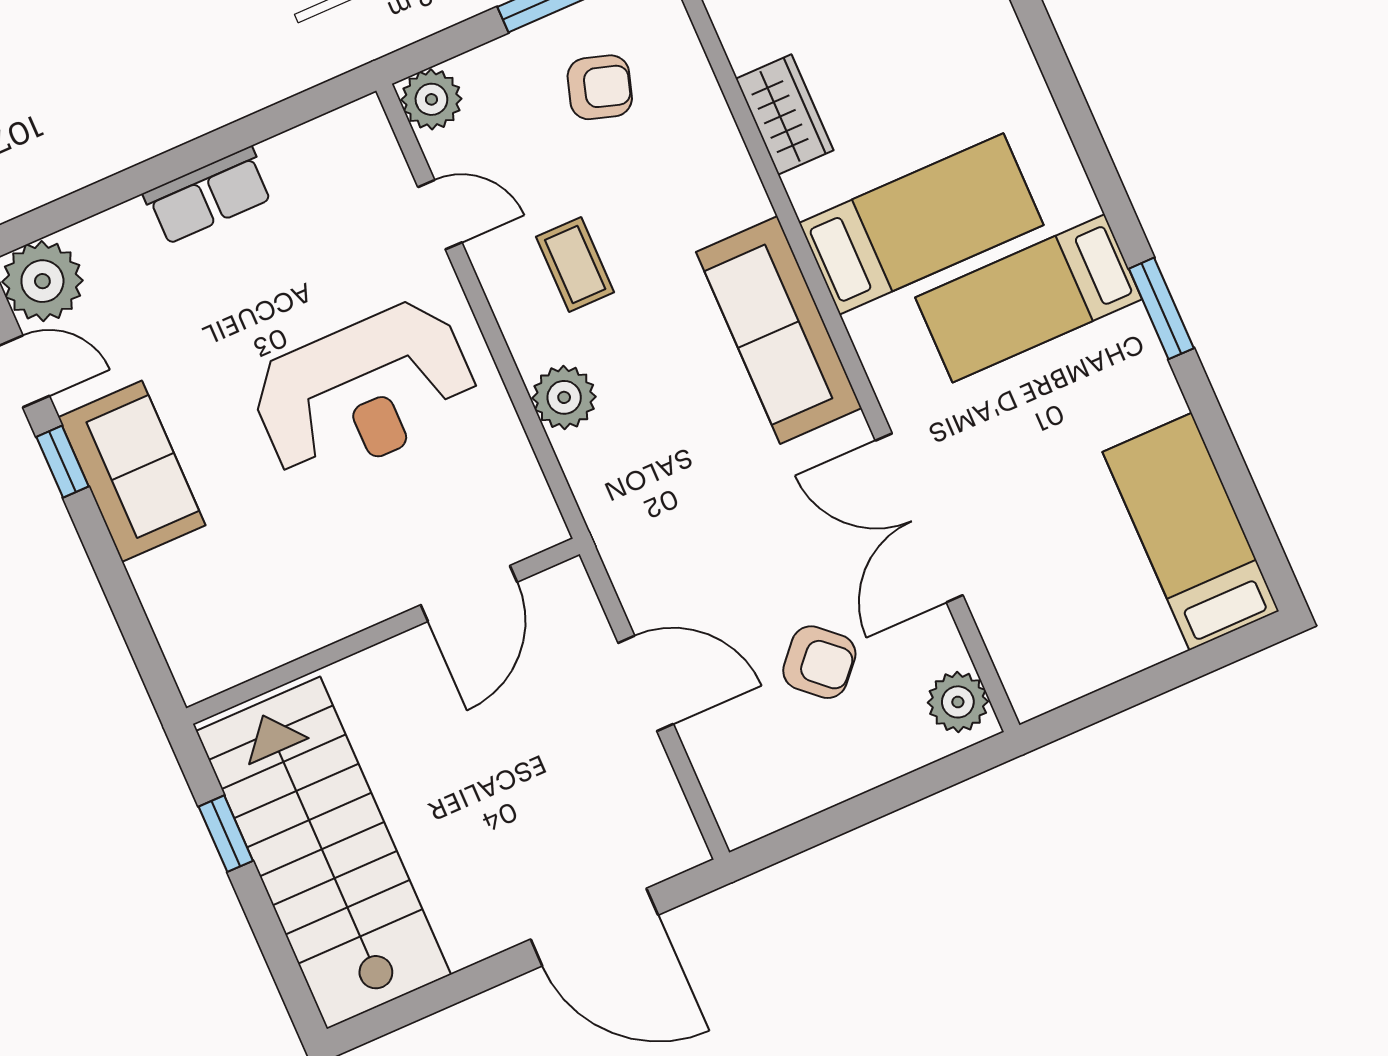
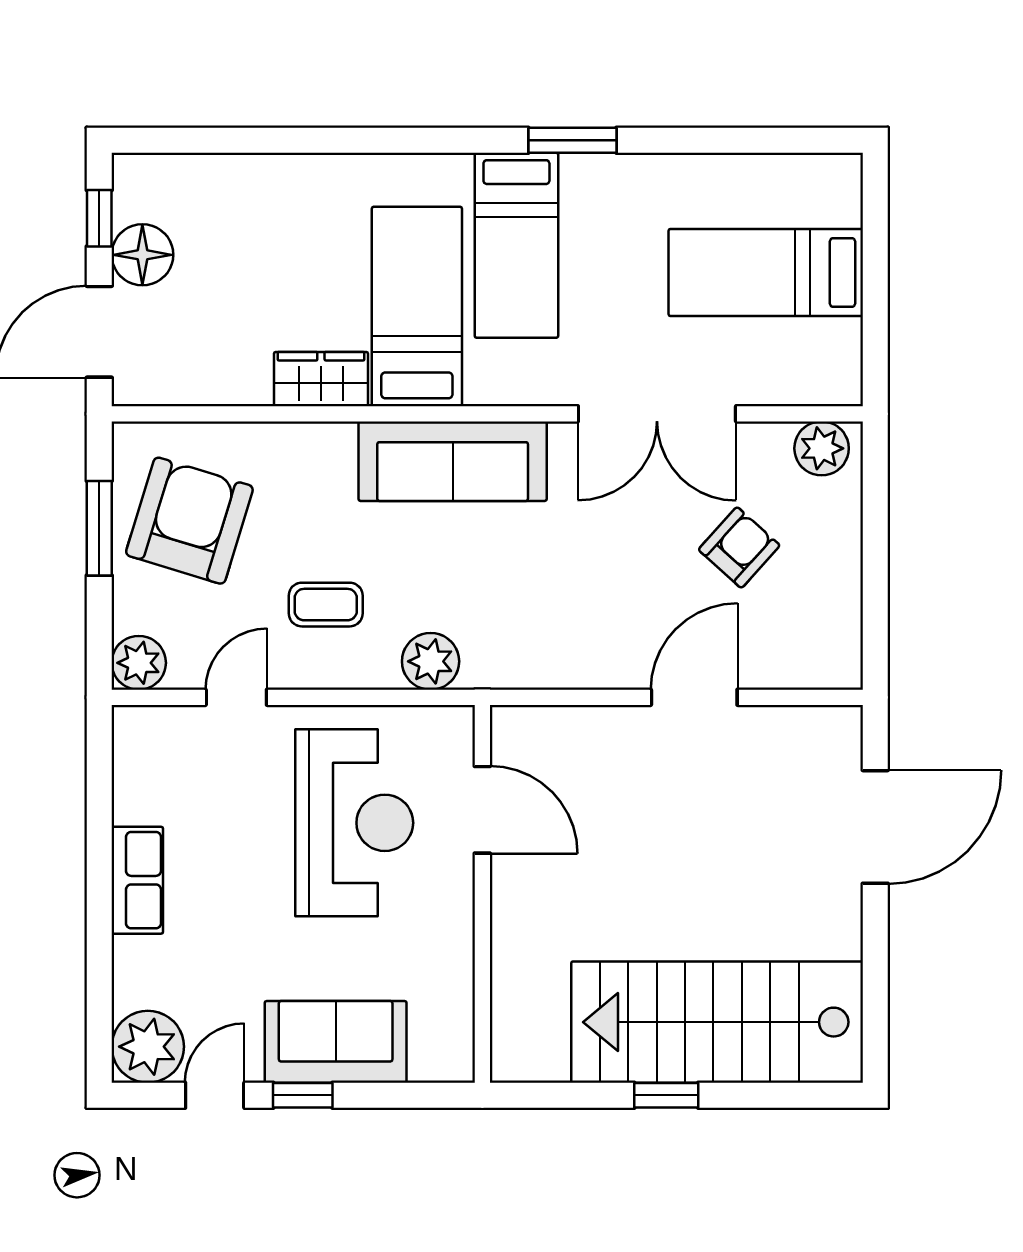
armchair: (600, 87) -> (189, 521), width x1.88, depth x1.88
wardrobe: (785, 115) -> (321, 379), moved
bed: (1191, 532) -> (766, 272), moved
door: (469, 593) -> (482, 810), moved
wall: (383, 631) -> (482, 894), moved

